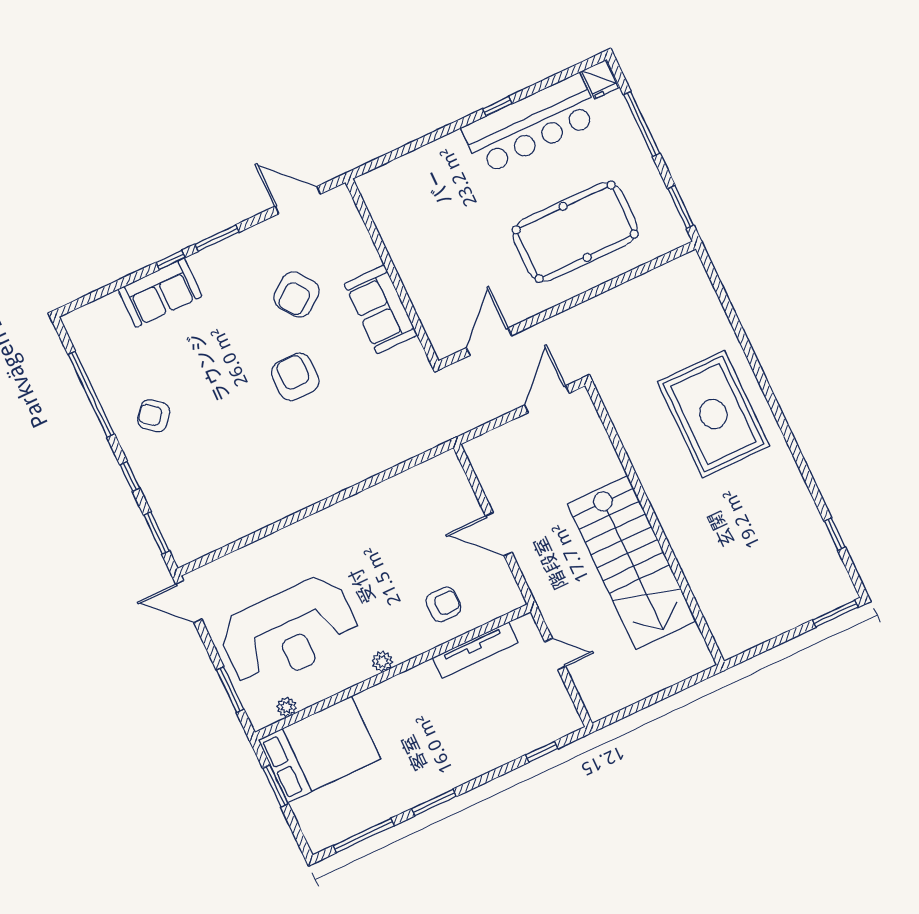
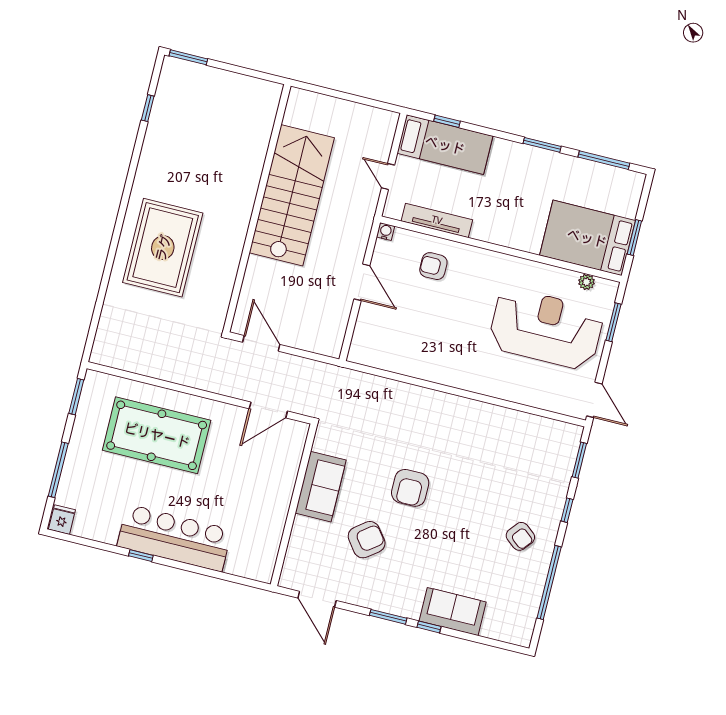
bar counter: (531, 124) -> (174, 538), moved
door: (547, 399) -> (261, 343), swing flipped
water cooler: (515, 600) -> (386, 232), added
plant: (382, 661) -> (502, 261), removed
bed: (526, 728) -> (445, 145), added

